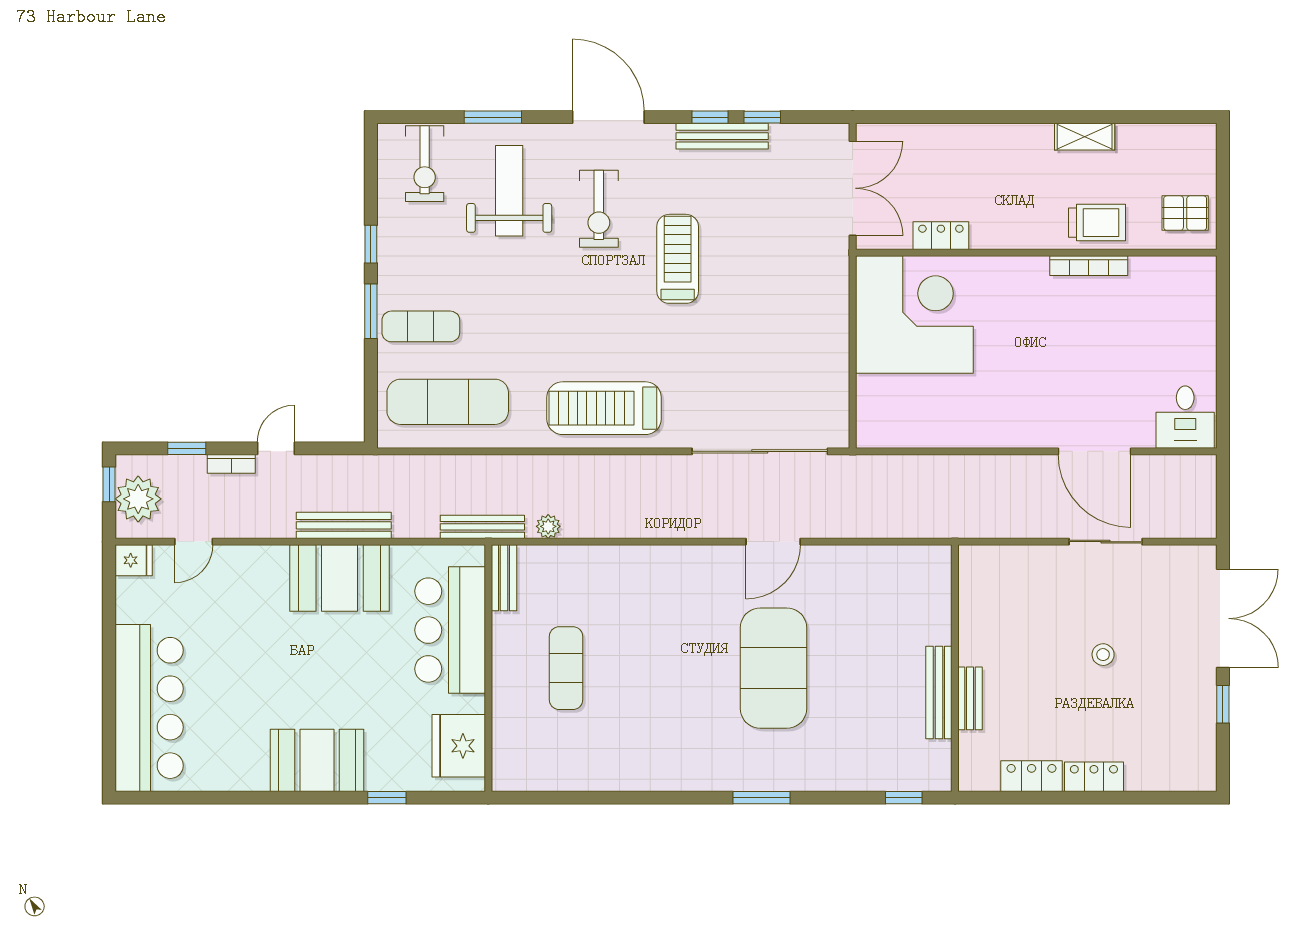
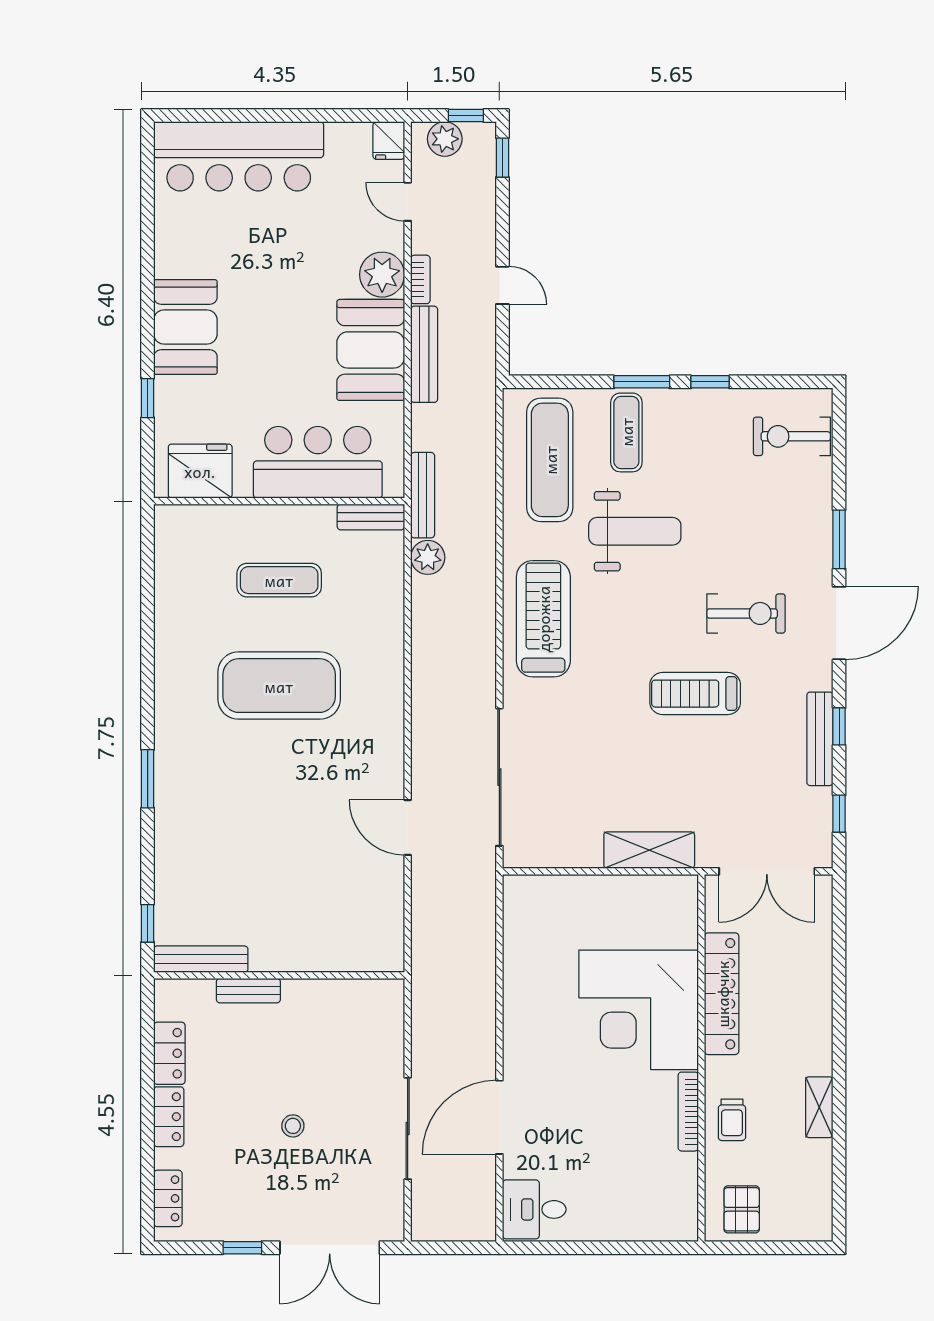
window: (493, 117) -> (839, 539), moved
window: (762, 117) -> (839, 814), moved
weight bench: (509, 191) -> (635, 531), moved
exercise bike: (599, 209) -> (746, 613), turned 180
trolley: (1097, 223) -> (732, 1120), width x0.73, depth x0.72
locker: (941, 236) -> (722, 994), width x2.16, depth x1.21
treadmill: (678, 259) -> (695, 694), turned 180
shelving: (832, 304) -> (649, 850), added
corner desk: (914, 314) -> (639, 1010), moved, turned 90
window: (187, 448) -> (502, 158), moved
bookcase: (231, 464) -> (420, 279), moved, turned 180
plant: (138, 499) -> (445, 139), width x0.73, depth x0.73
plant: (548, 526) -> (428, 557), width x1.38, depth x1.38
door: (773, 542) -> (408, 827), moved
sliding door: (1106, 542) -> (408, 1128), width x1.37
plant: (265, 567) -> (382, 275), added
exercise mat: (773, 668) -> (279, 686), moved
bench: (939, 693) -> (201, 959), moved
locker: (1174, 778) -> (168, 1198), added

